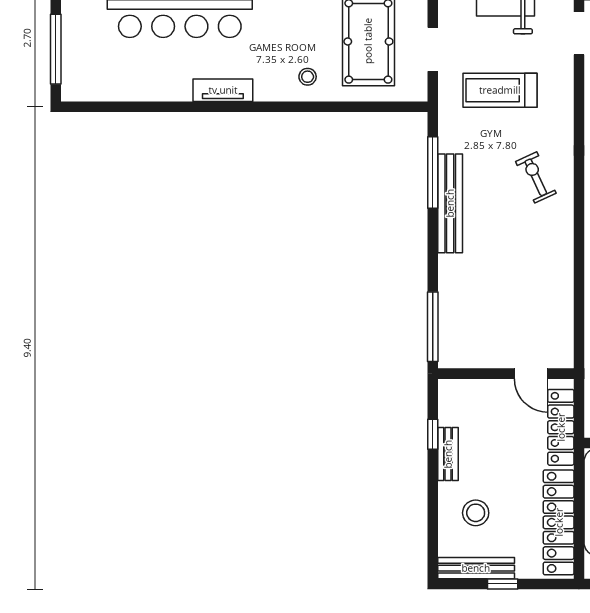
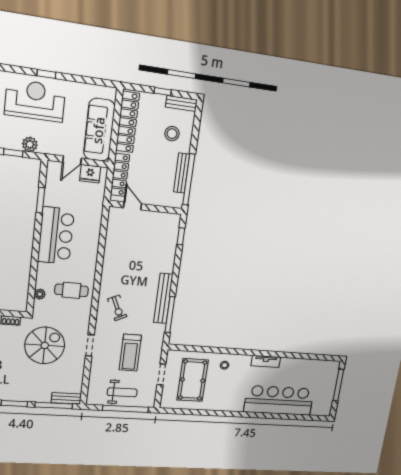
doorway: (579, 33) -> (90, 346), moved
treadmill: (500, 90) -> (130, 353), turned 90
window: (433, 327) -> (181, 236), width x0.46
window: (433, 434) -> (189, 180), width x3.17
bench: (448, 454) -> (182, 173), width x1.36
bench: (476, 568) -> (181, 103), width x0.73

